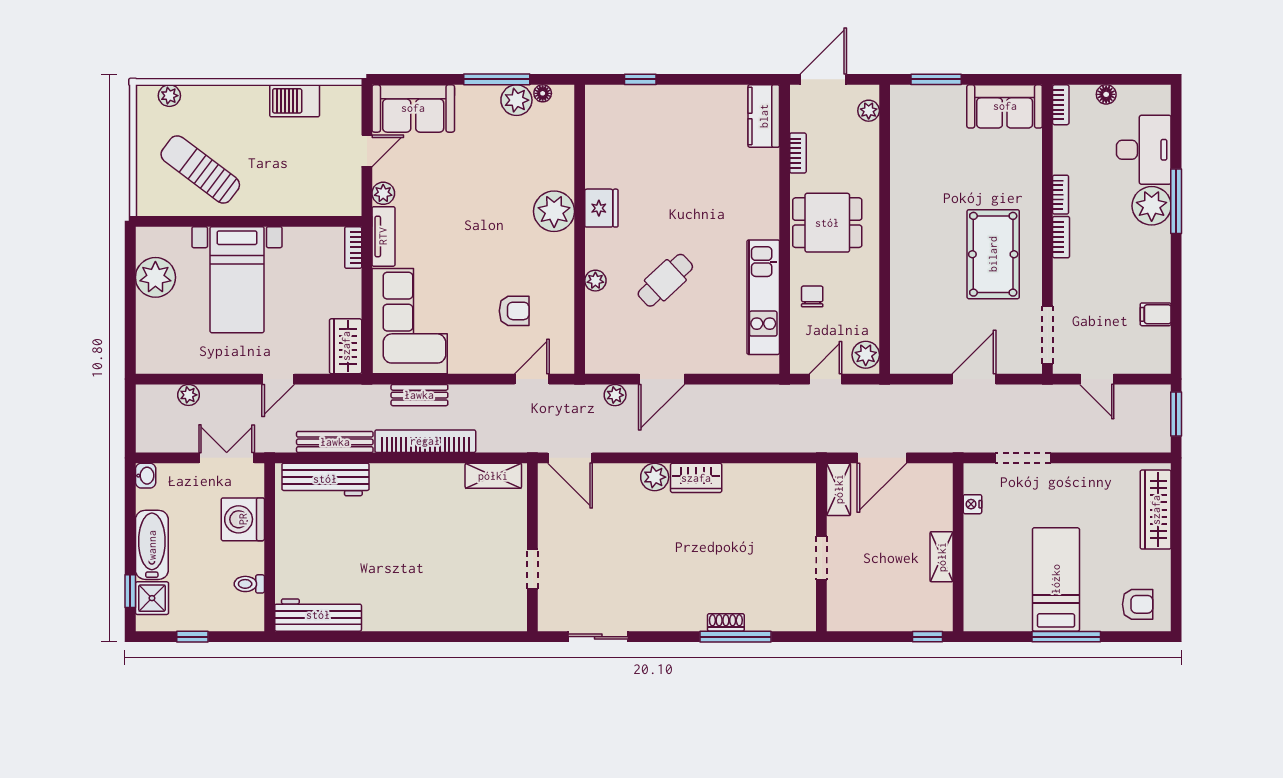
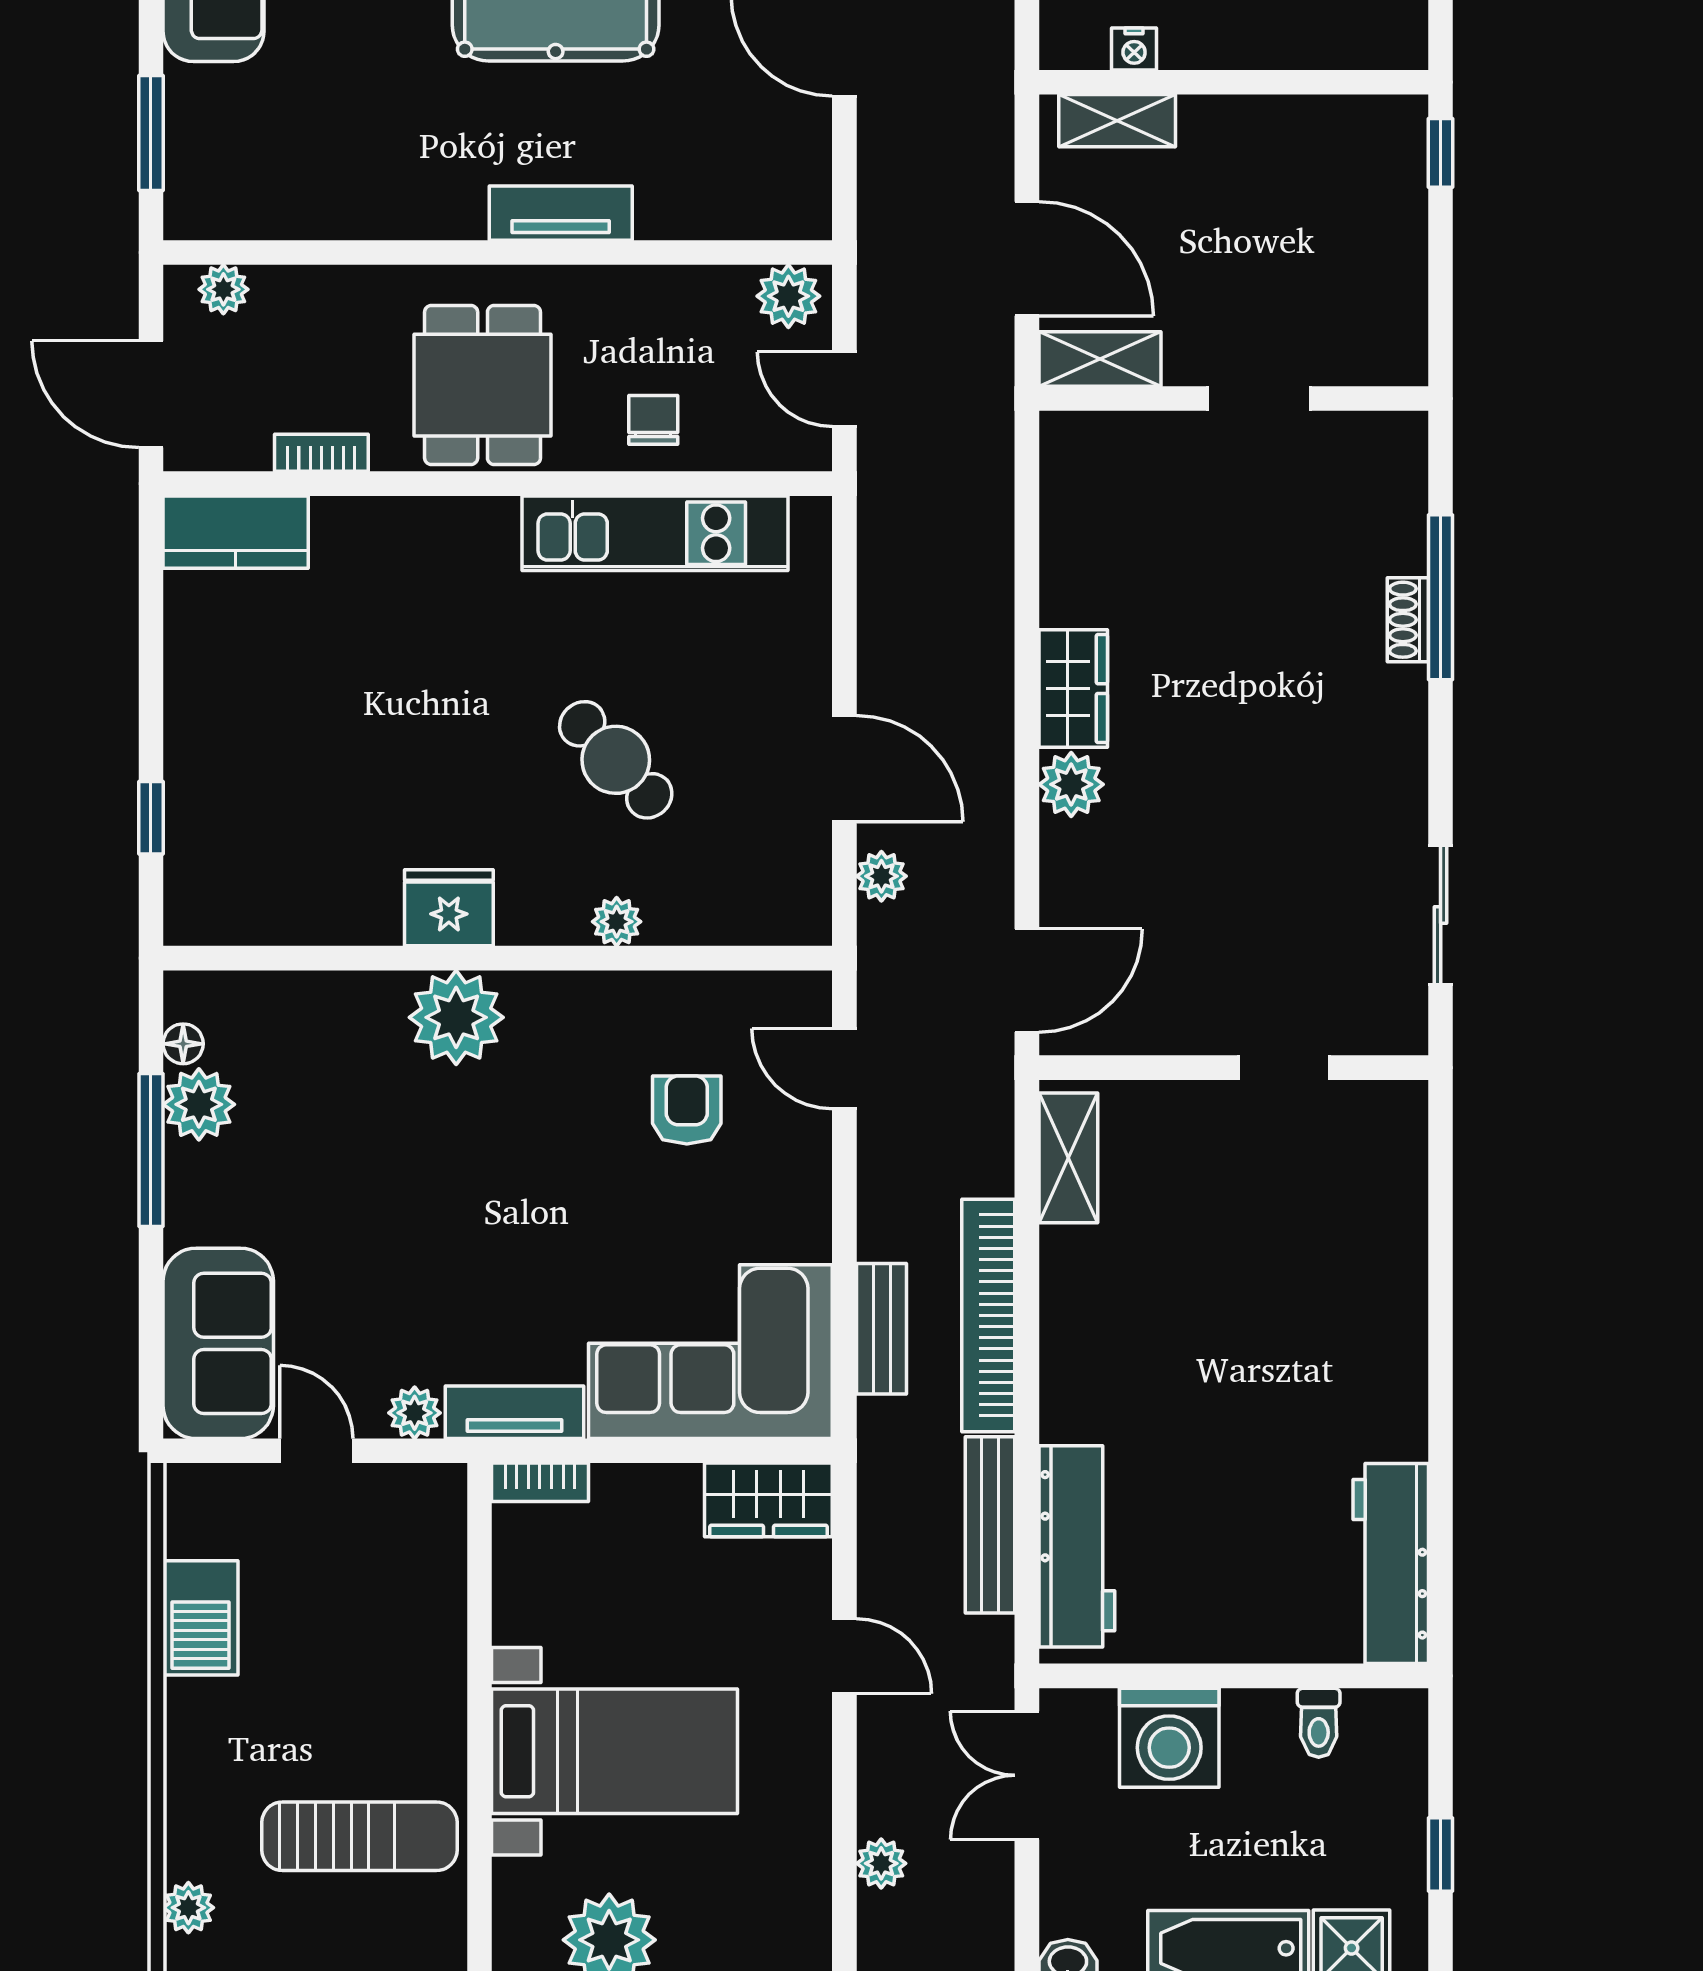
sun lounger: (200, 169) -> (359, 1836), turned -127
tv unit: (902, 256) -> (561, 213), added
chair: (812, 296) -> (653, 420), turned 90
shelving: (942, 557) -> (1117, 121), moved

